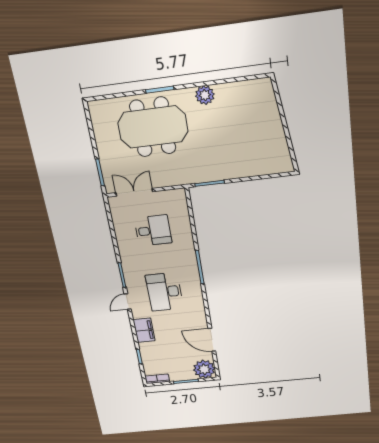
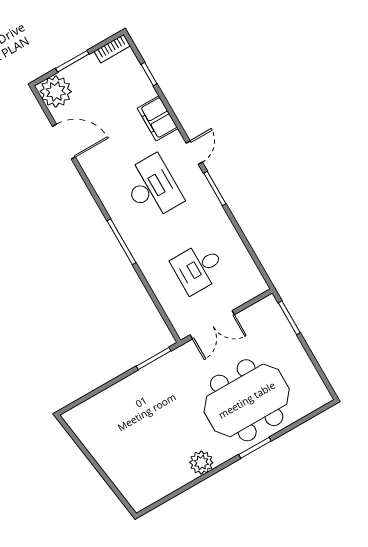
double door: (134, 192) -> (212, 325), moved

